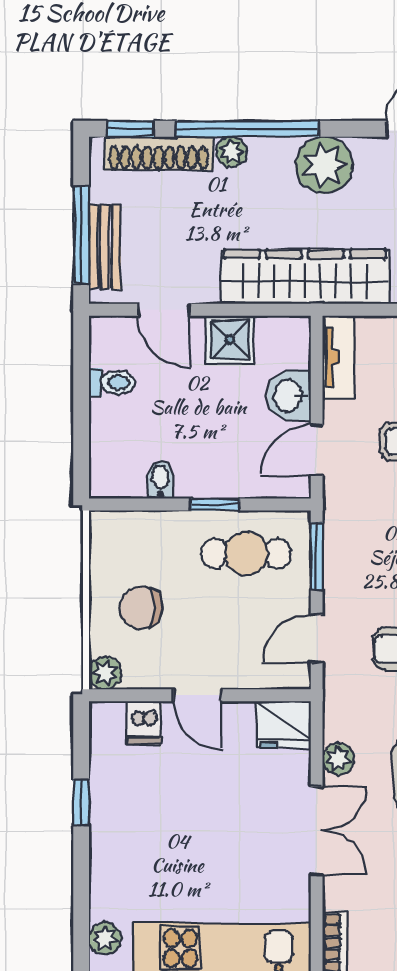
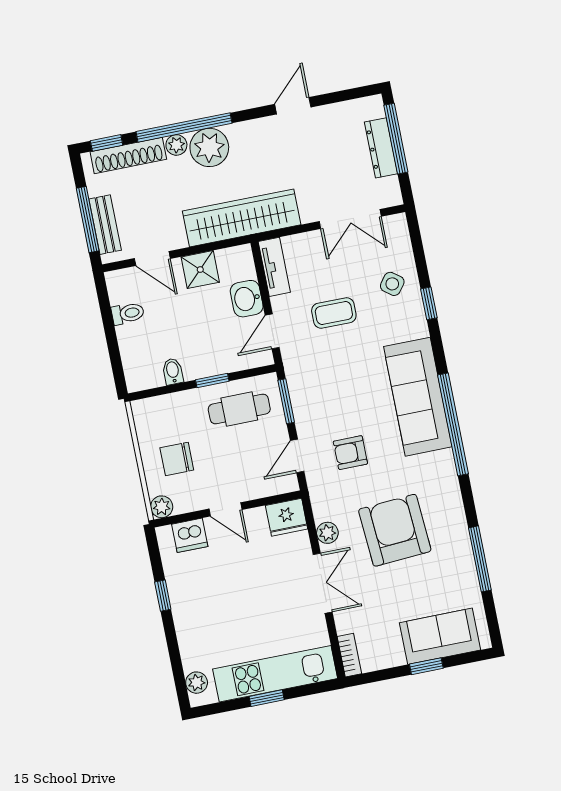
plant: (324, 165) -> (209, 147), moved
dishwasher: (144, 723) -> (190, 535), width x1.38

